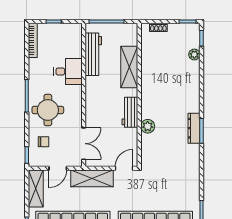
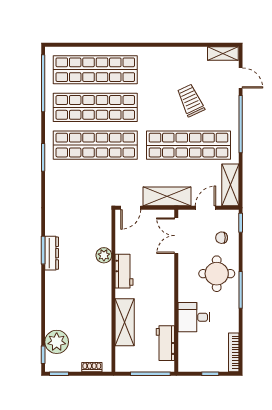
workbench: (93, 54) -> (165, 343), width x0.73
plant: (194, 55) -> (57, 342), width x1.88, depth x1.88

